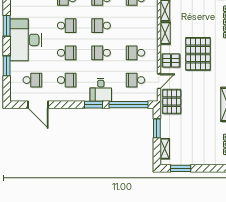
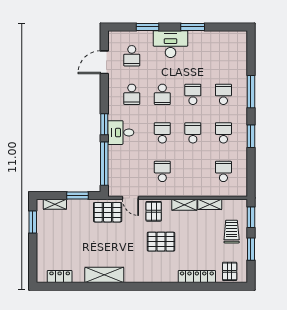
school desk: (67, 26) -> (193, 94), turned 180
desk: (26, 40) -> (171, 44), width x0.73, depth x0.77
pallet: (198, 54) -> (161, 242), width x0.73, depth x0.71
school desk: (135, 80) -> (132, 171), removed

